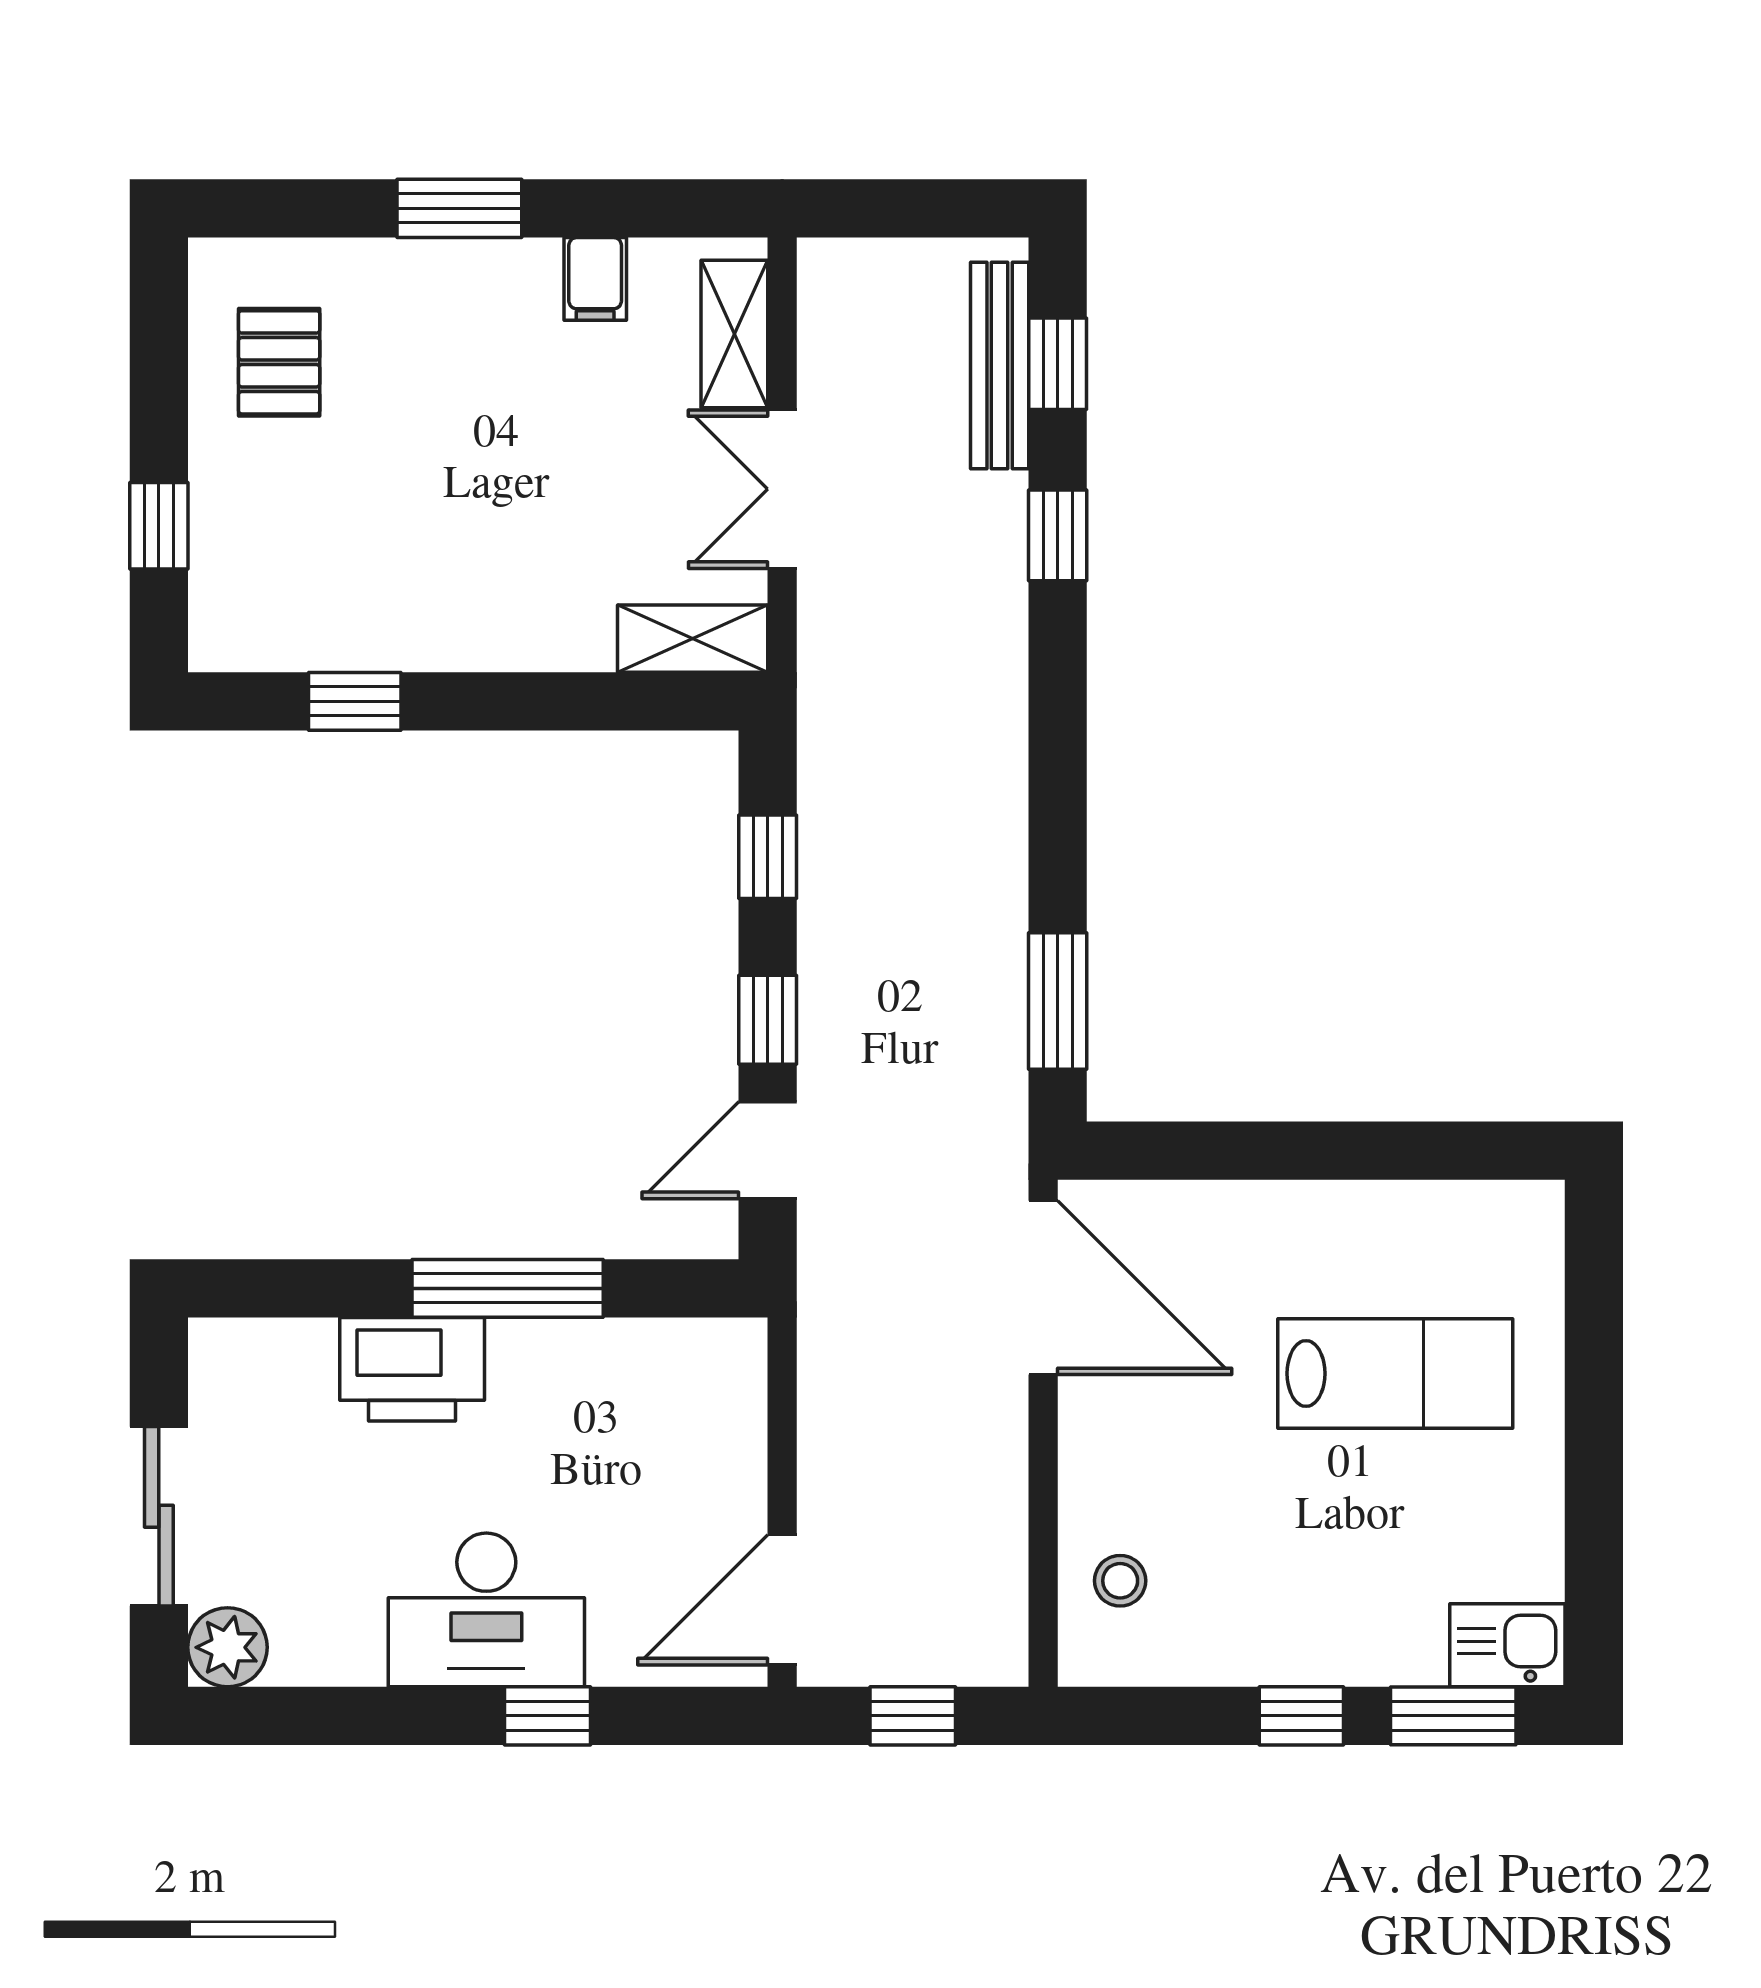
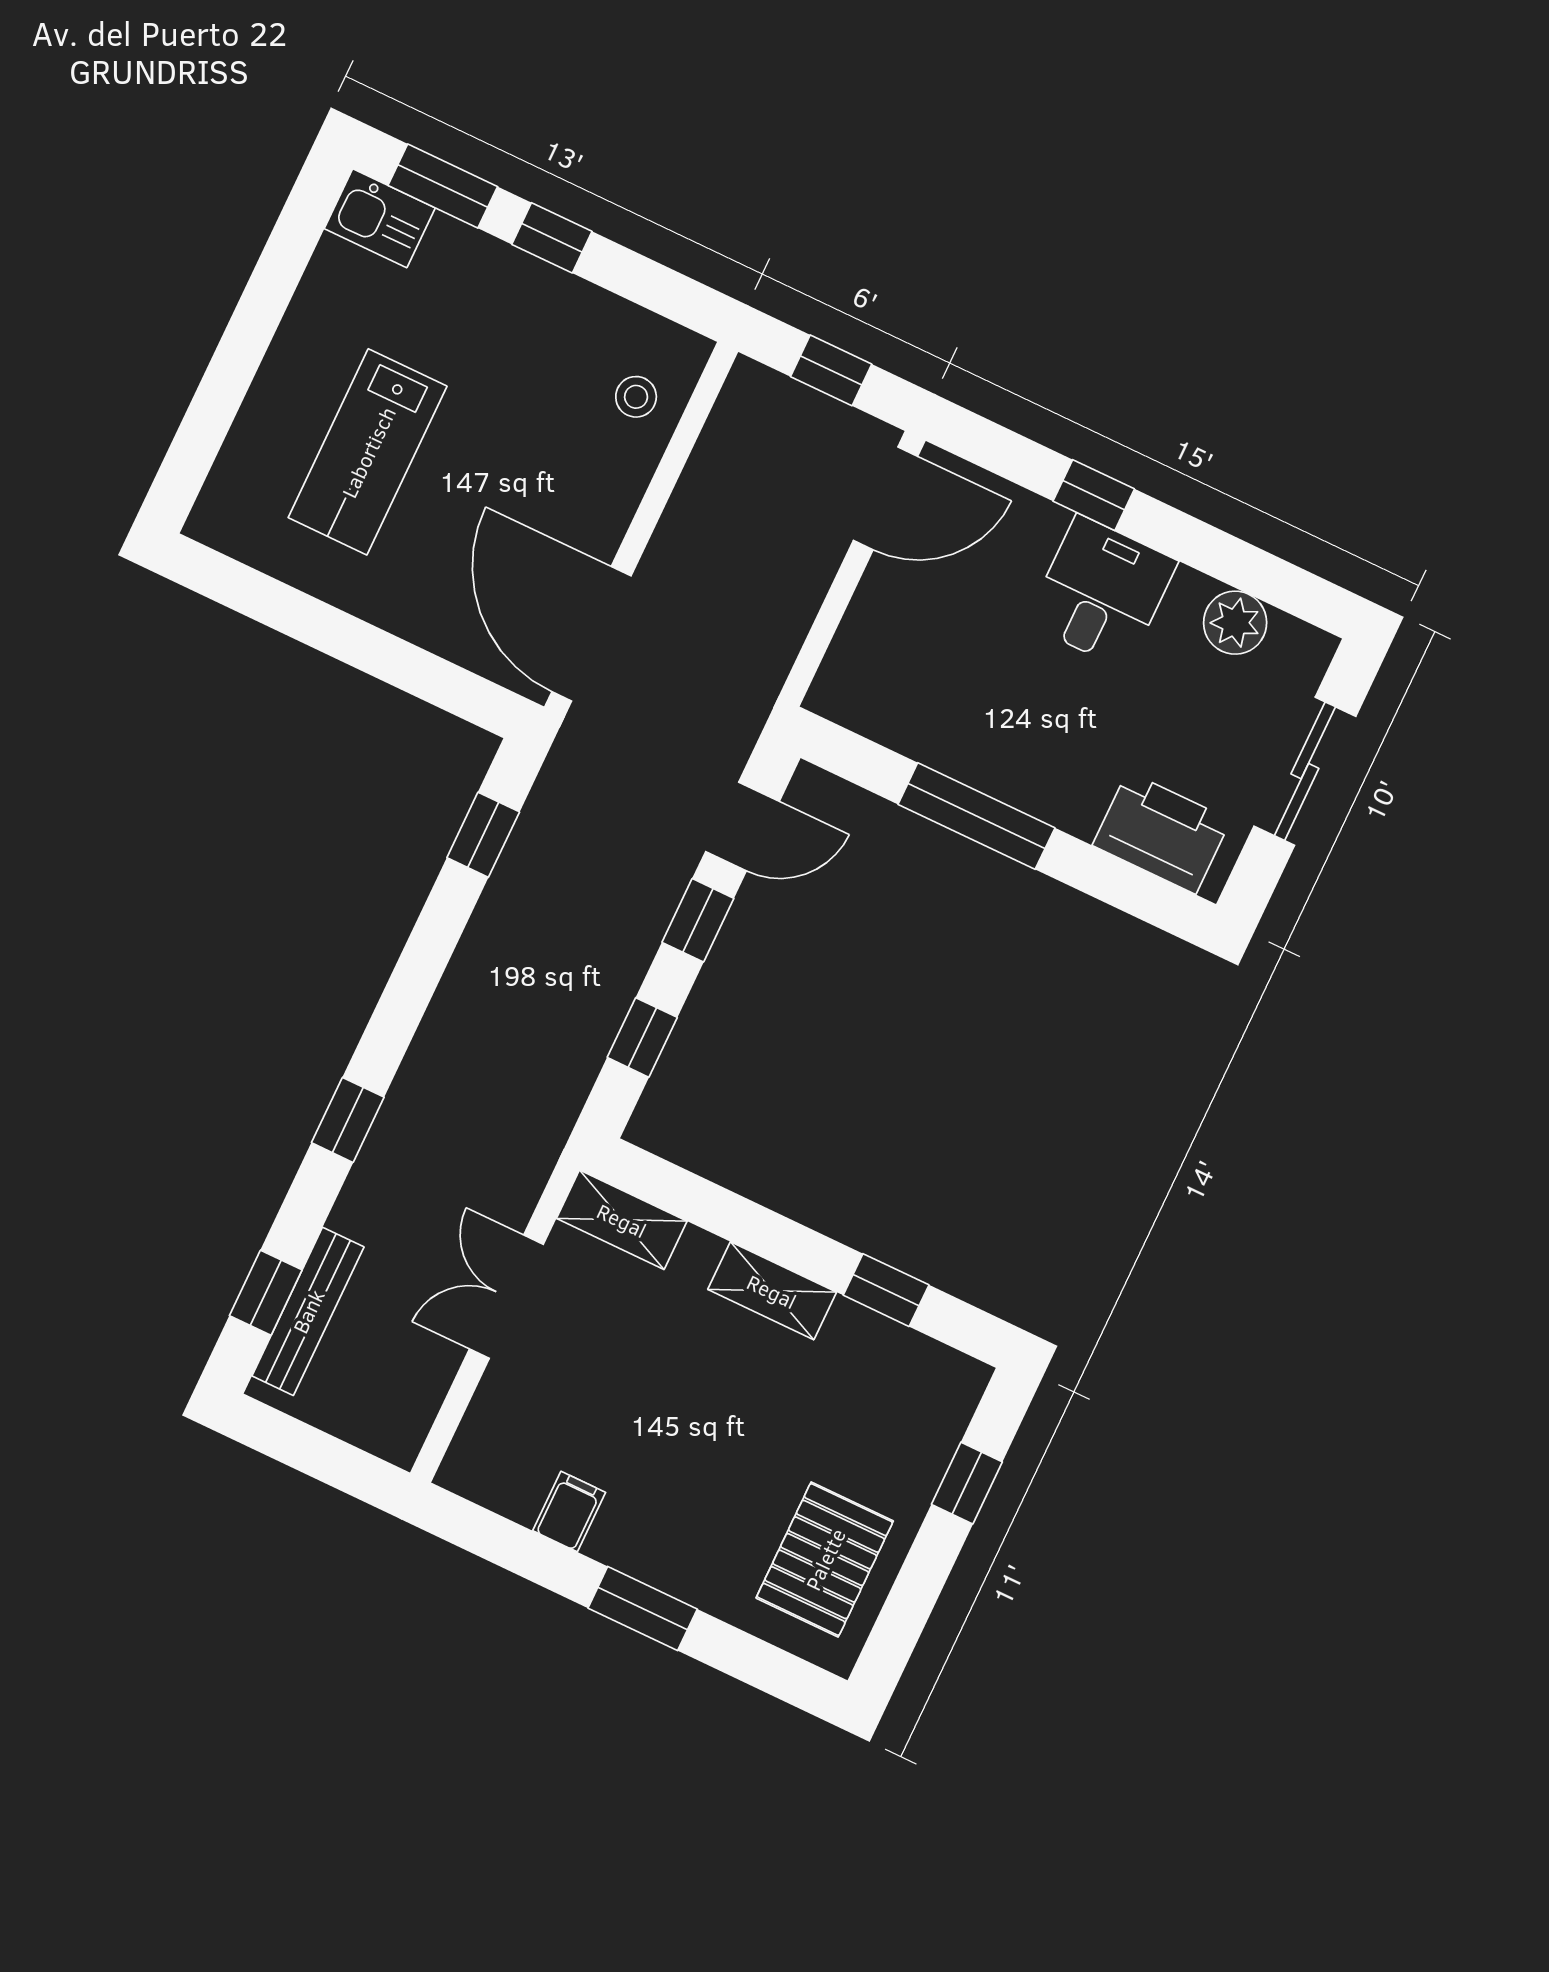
shelving: (734, 334) -> (772, 1291), moved, turned 90
pallet: (279, 362) -> (825, 1559), width x1.50, depth x1.42
double door: (782, 489) -> (506, 1297), swing flipped
window: (1058, 535) -> (348, 1120), moved
window: (1058, 1001) -> (483, 835), width x0.67
printer: (412, 1369) -> (1162, 833), moved
lab bench: (1395, 1373) -> (368, 452), turned -90
desk: (486, 1610) -> (1102, 592), width x0.73
plant: (228, 1647) -> (1235, 623), moved

